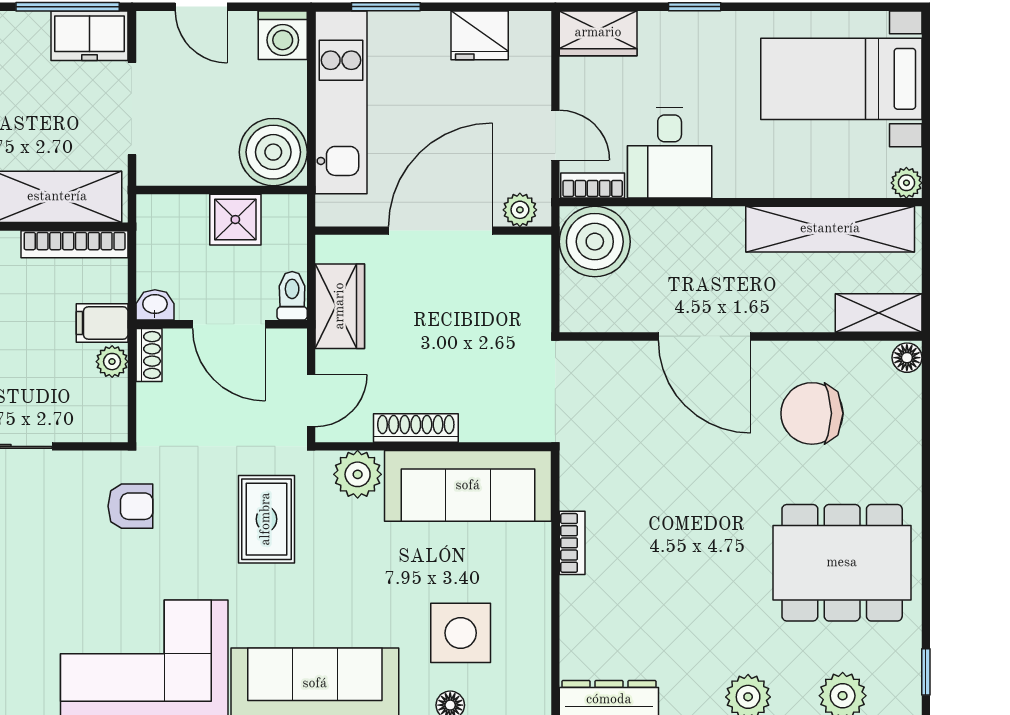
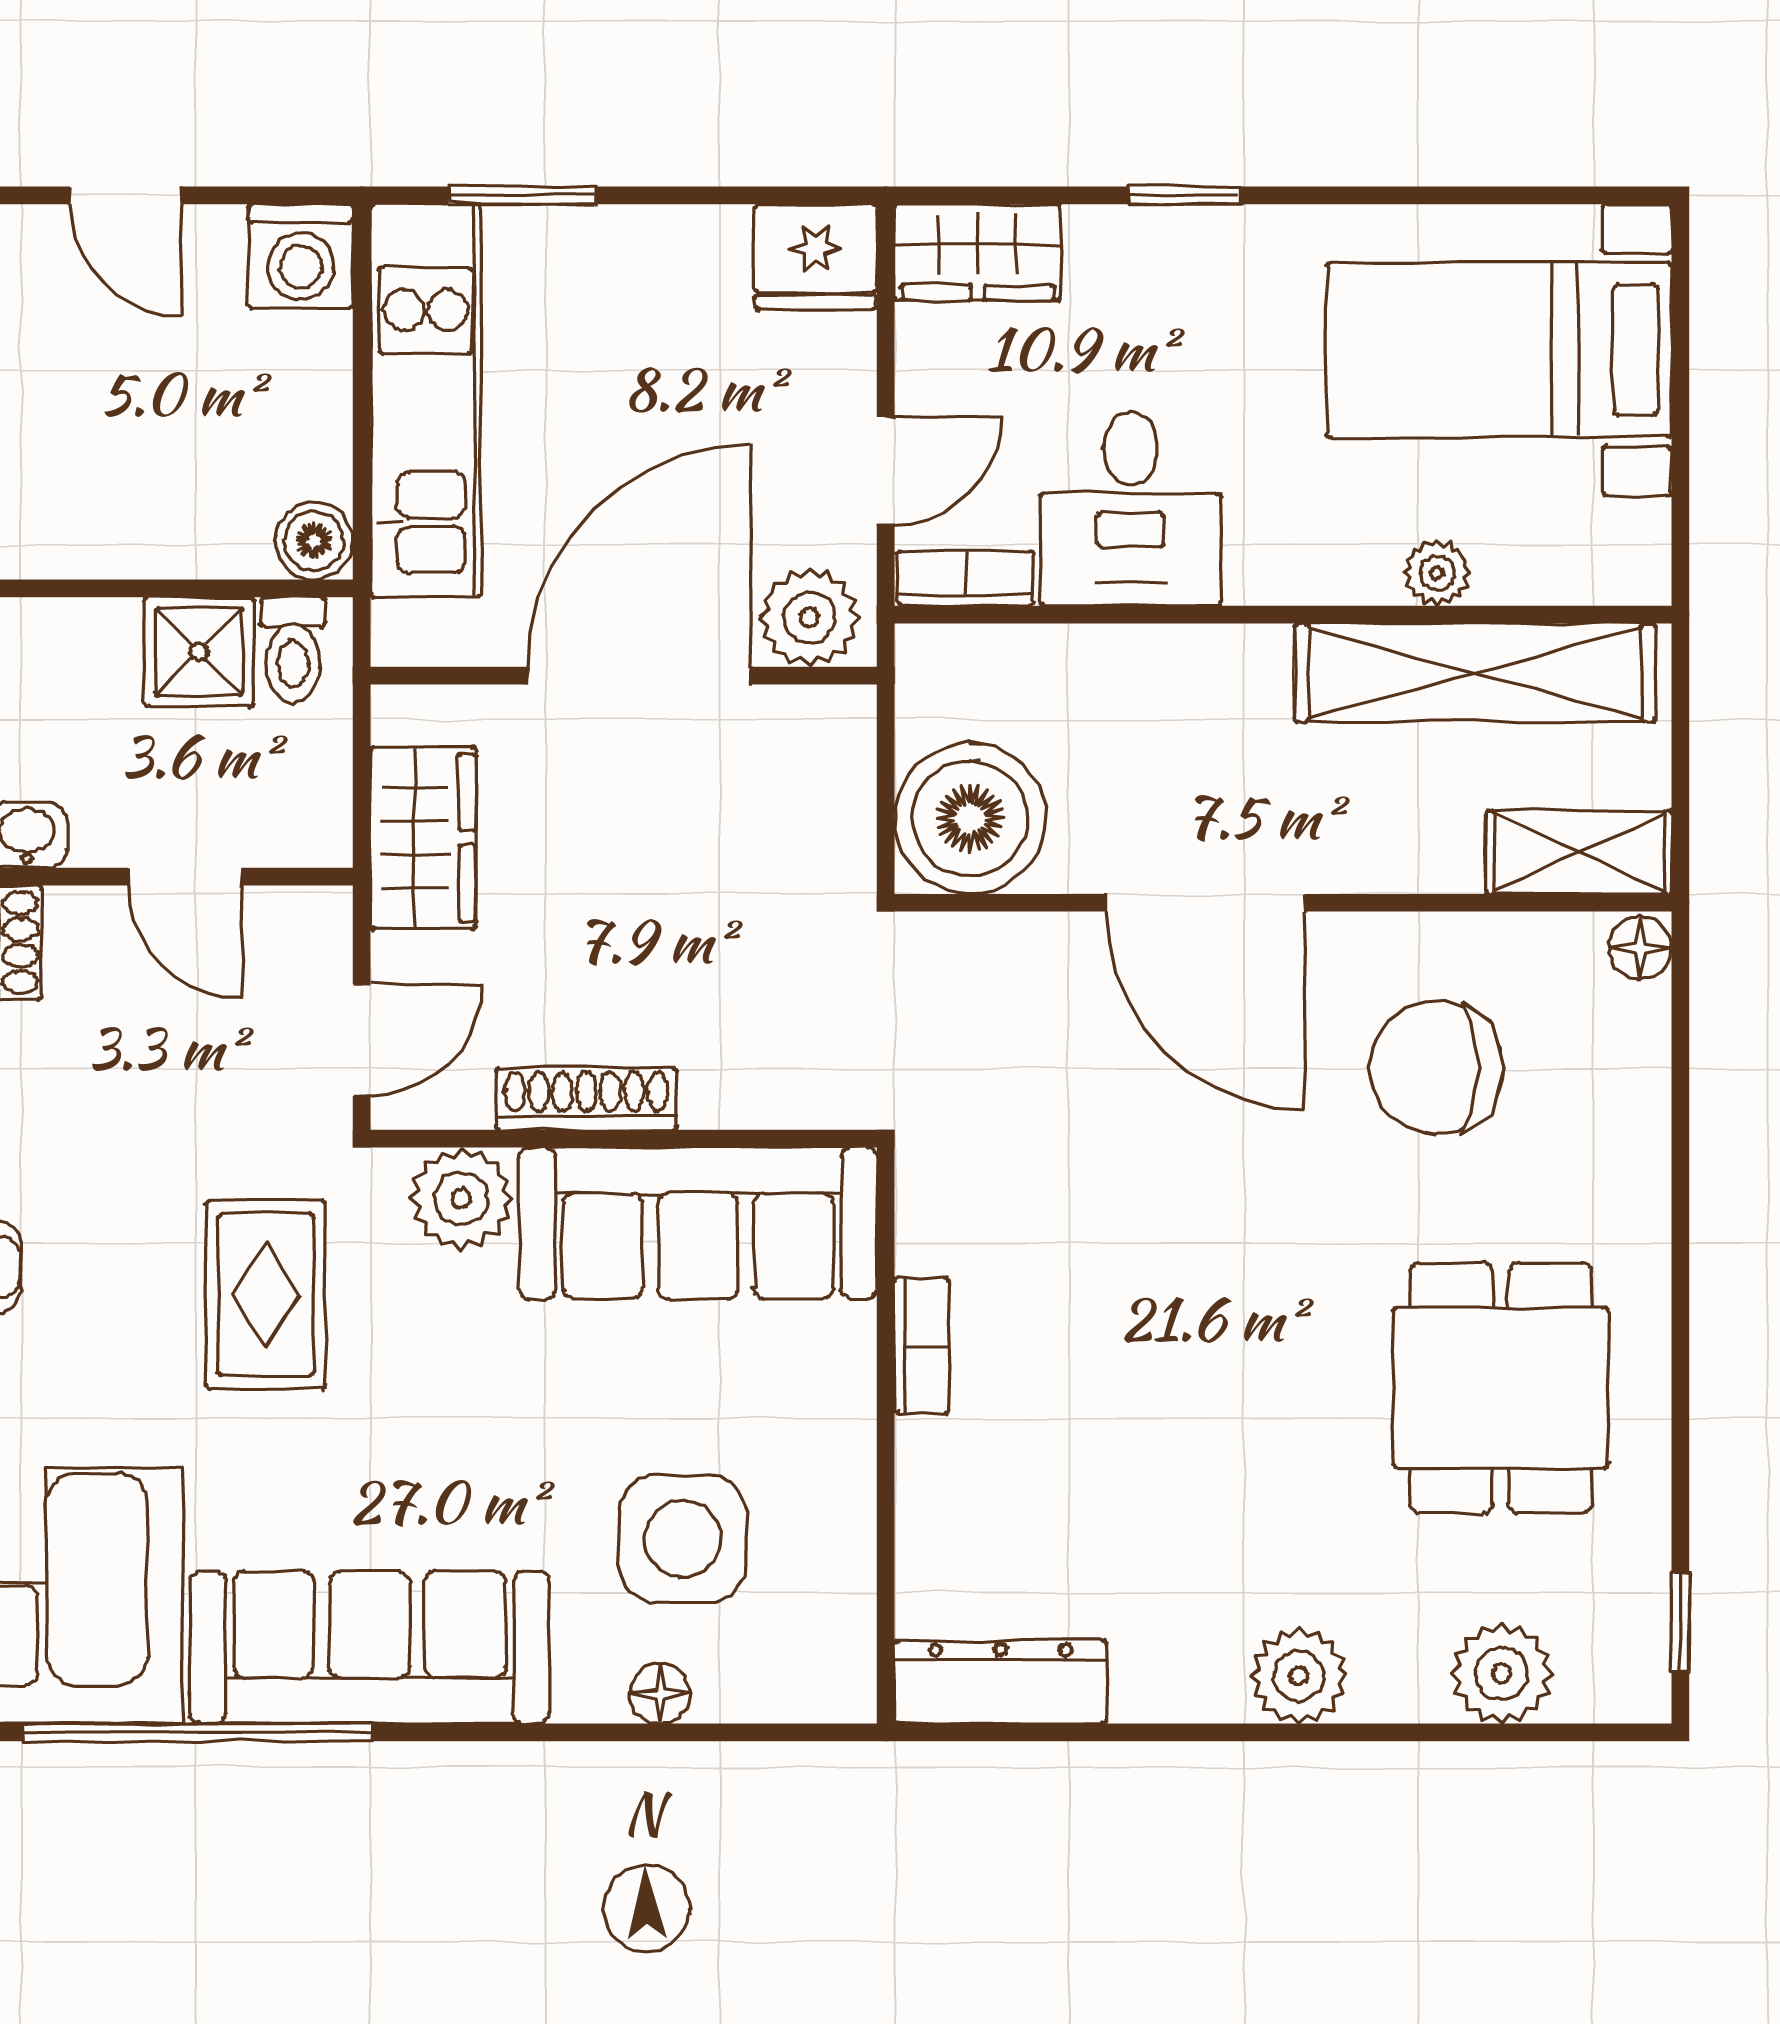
fridge: (480, 35) -> (816, 257), moved
door: (555, 135) -> (886, 471), hinge flipped
boiler: (273, 152) -> (314, 541), width x0.54, depth x0.54
plant: (906, 183) -> (1437, 573), moved
plant: (520, 210) -> (810, 618), width x1.38, depth x1.38
boiler: (595, 242) -> (970, 818), moved
toilet: (292, 296) -> (293, 649), moved, turned 180
door: (229, 324) -> (185, 877), width x0.73
dining table: (842, 563) -> (1501, 1388), width x0.73

